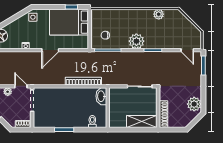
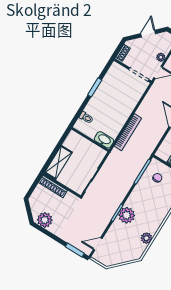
plant: (136, 41) -> (127, 215), moved

